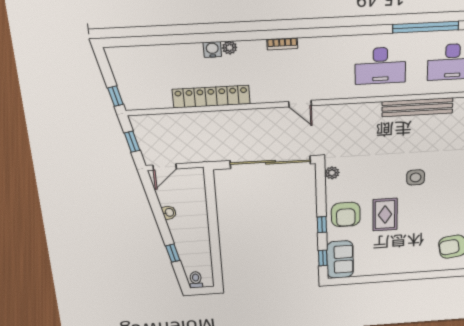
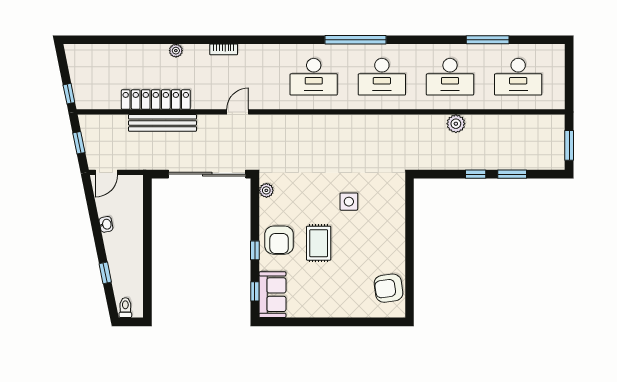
water cooler: (212, 49) -> (160, 52), removed
door: (300, 104) -> (238, 112), swing flipped
bench: (417, 107) -> (163, 123), moved

